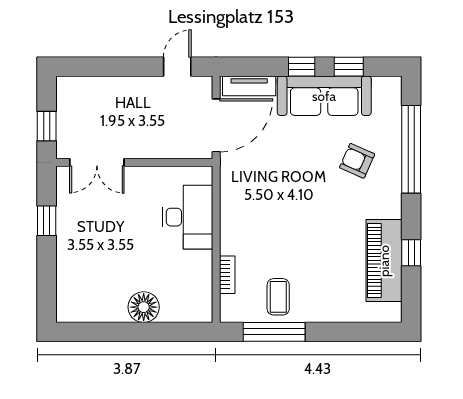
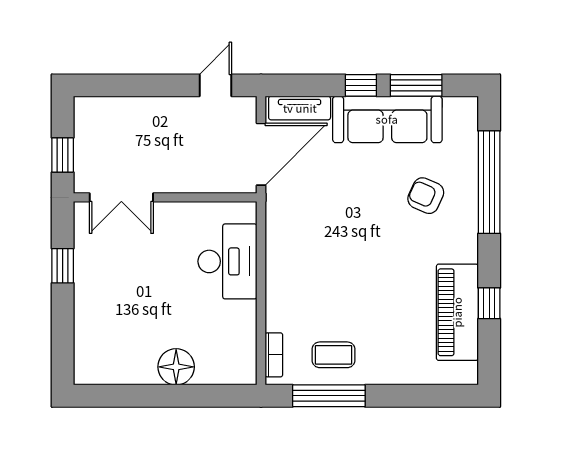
window: (349, 67) -> (416, 85), width x1.50
bookcase: (227, 275) -> (274, 355), moved
coffee table: (278, 297) -> (334, 355), turned 90

